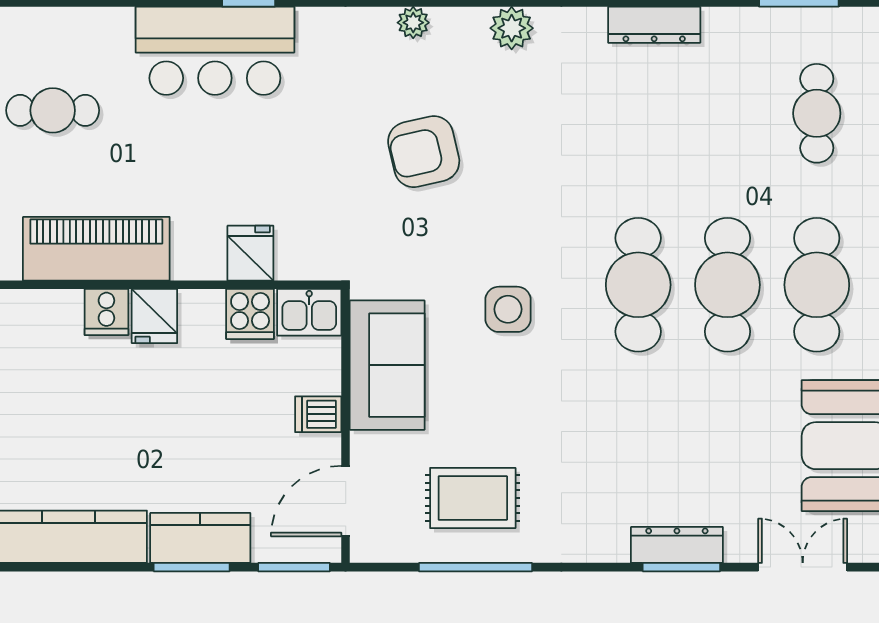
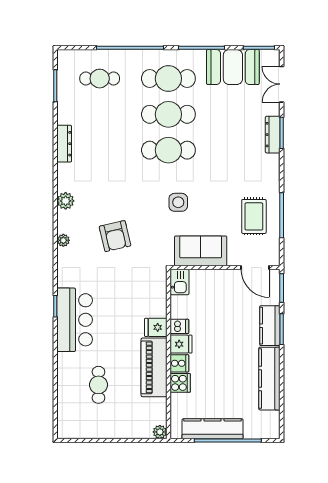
fridge: (250, 253) -> (156, 327), moved
cooker: (250, 314) -> (180, 383), moved
dishwasher: (318, 414) -> (179, 326), moved, turned -90

